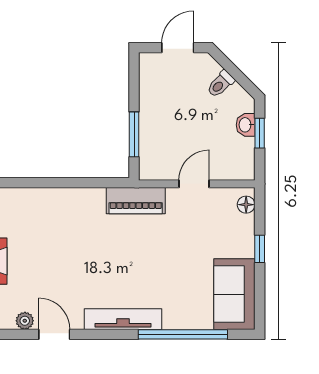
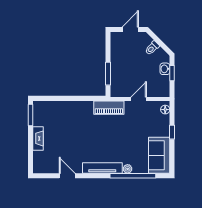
plant: (25, 321) -> (128, 169), moved

